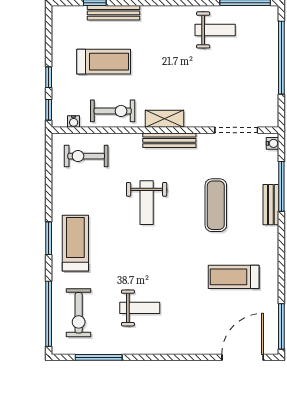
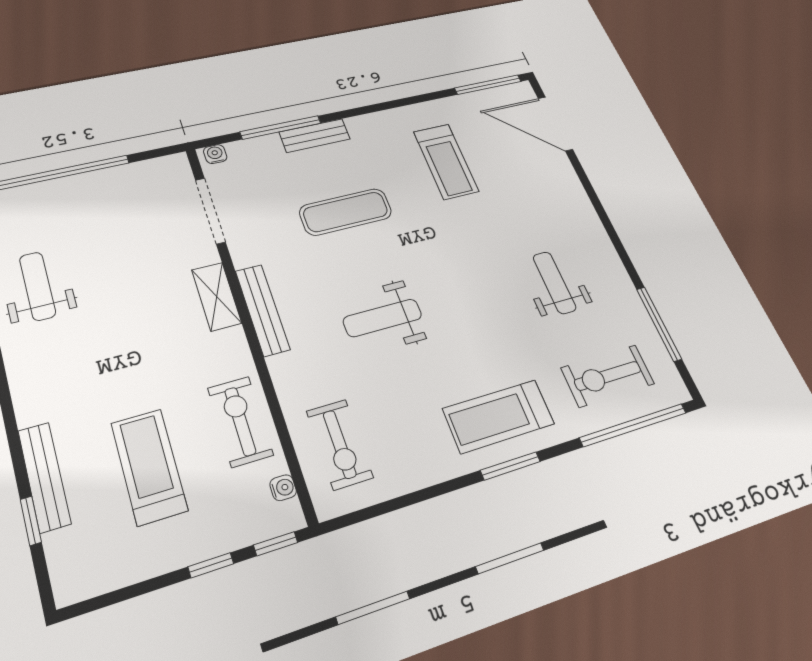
shelving: (164, 119) -> (217, 296), moved
weight bench: (147, 203) -> (382, 318), turned 180
exercise bike: (79, 313) -> (608, 376), turned 180

